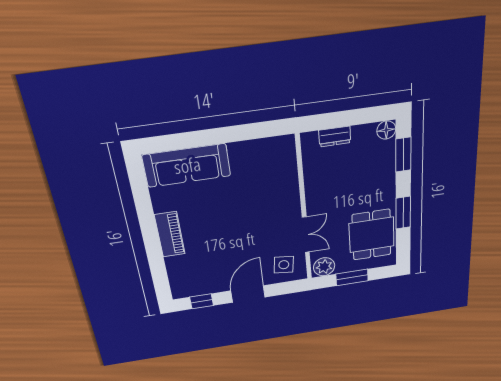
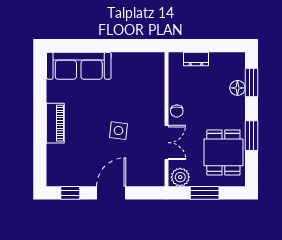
floor lamp: (386, 130) -> (237, 88), moved
chair: (315, 200) -> (177, 111), added
side table: (284, 265) -> (118, 131), moved

